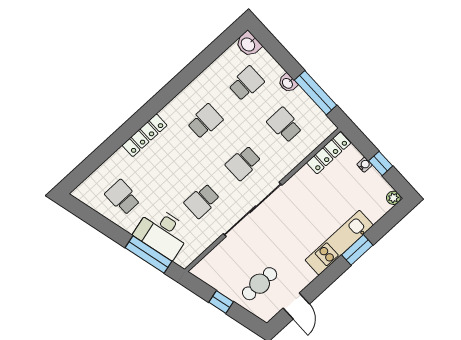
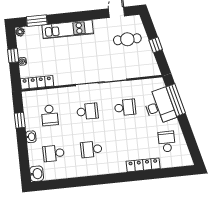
window: (316, 93) -> (20, 120), width x0.46
locker: (145, 135) -> (143, 165), moved
school desk: (123, 197) -> (167, 142), turned 180
window: (357, 250) -> (37, 21), moved

